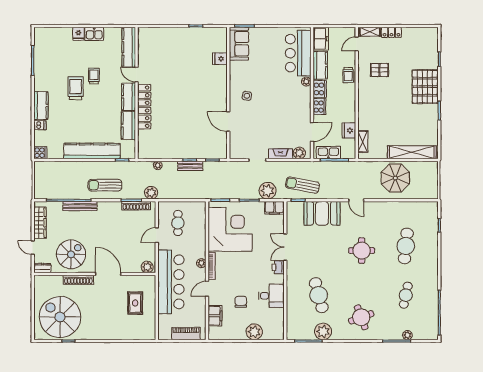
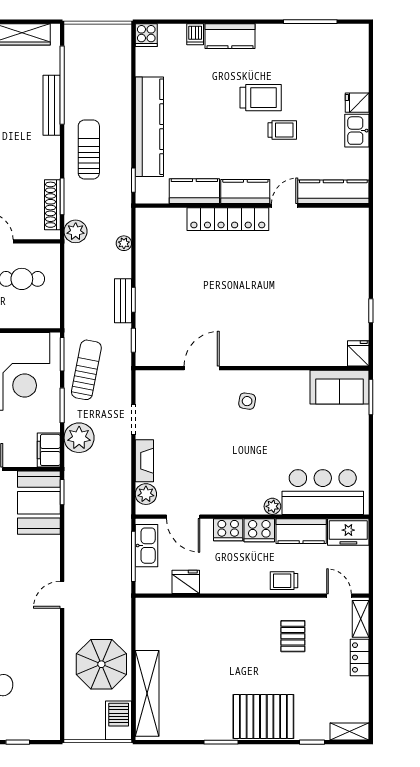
fridge: (220, 59) -> (358, 353), moved
shelving: (363, 142) -> (350, 732), moved
barbecue: (427, 168) -> (119, 721), added
sun lounger: (303, 185) -> (86, 370), moved
booth: (322, 213) -> (39, 503), moved

